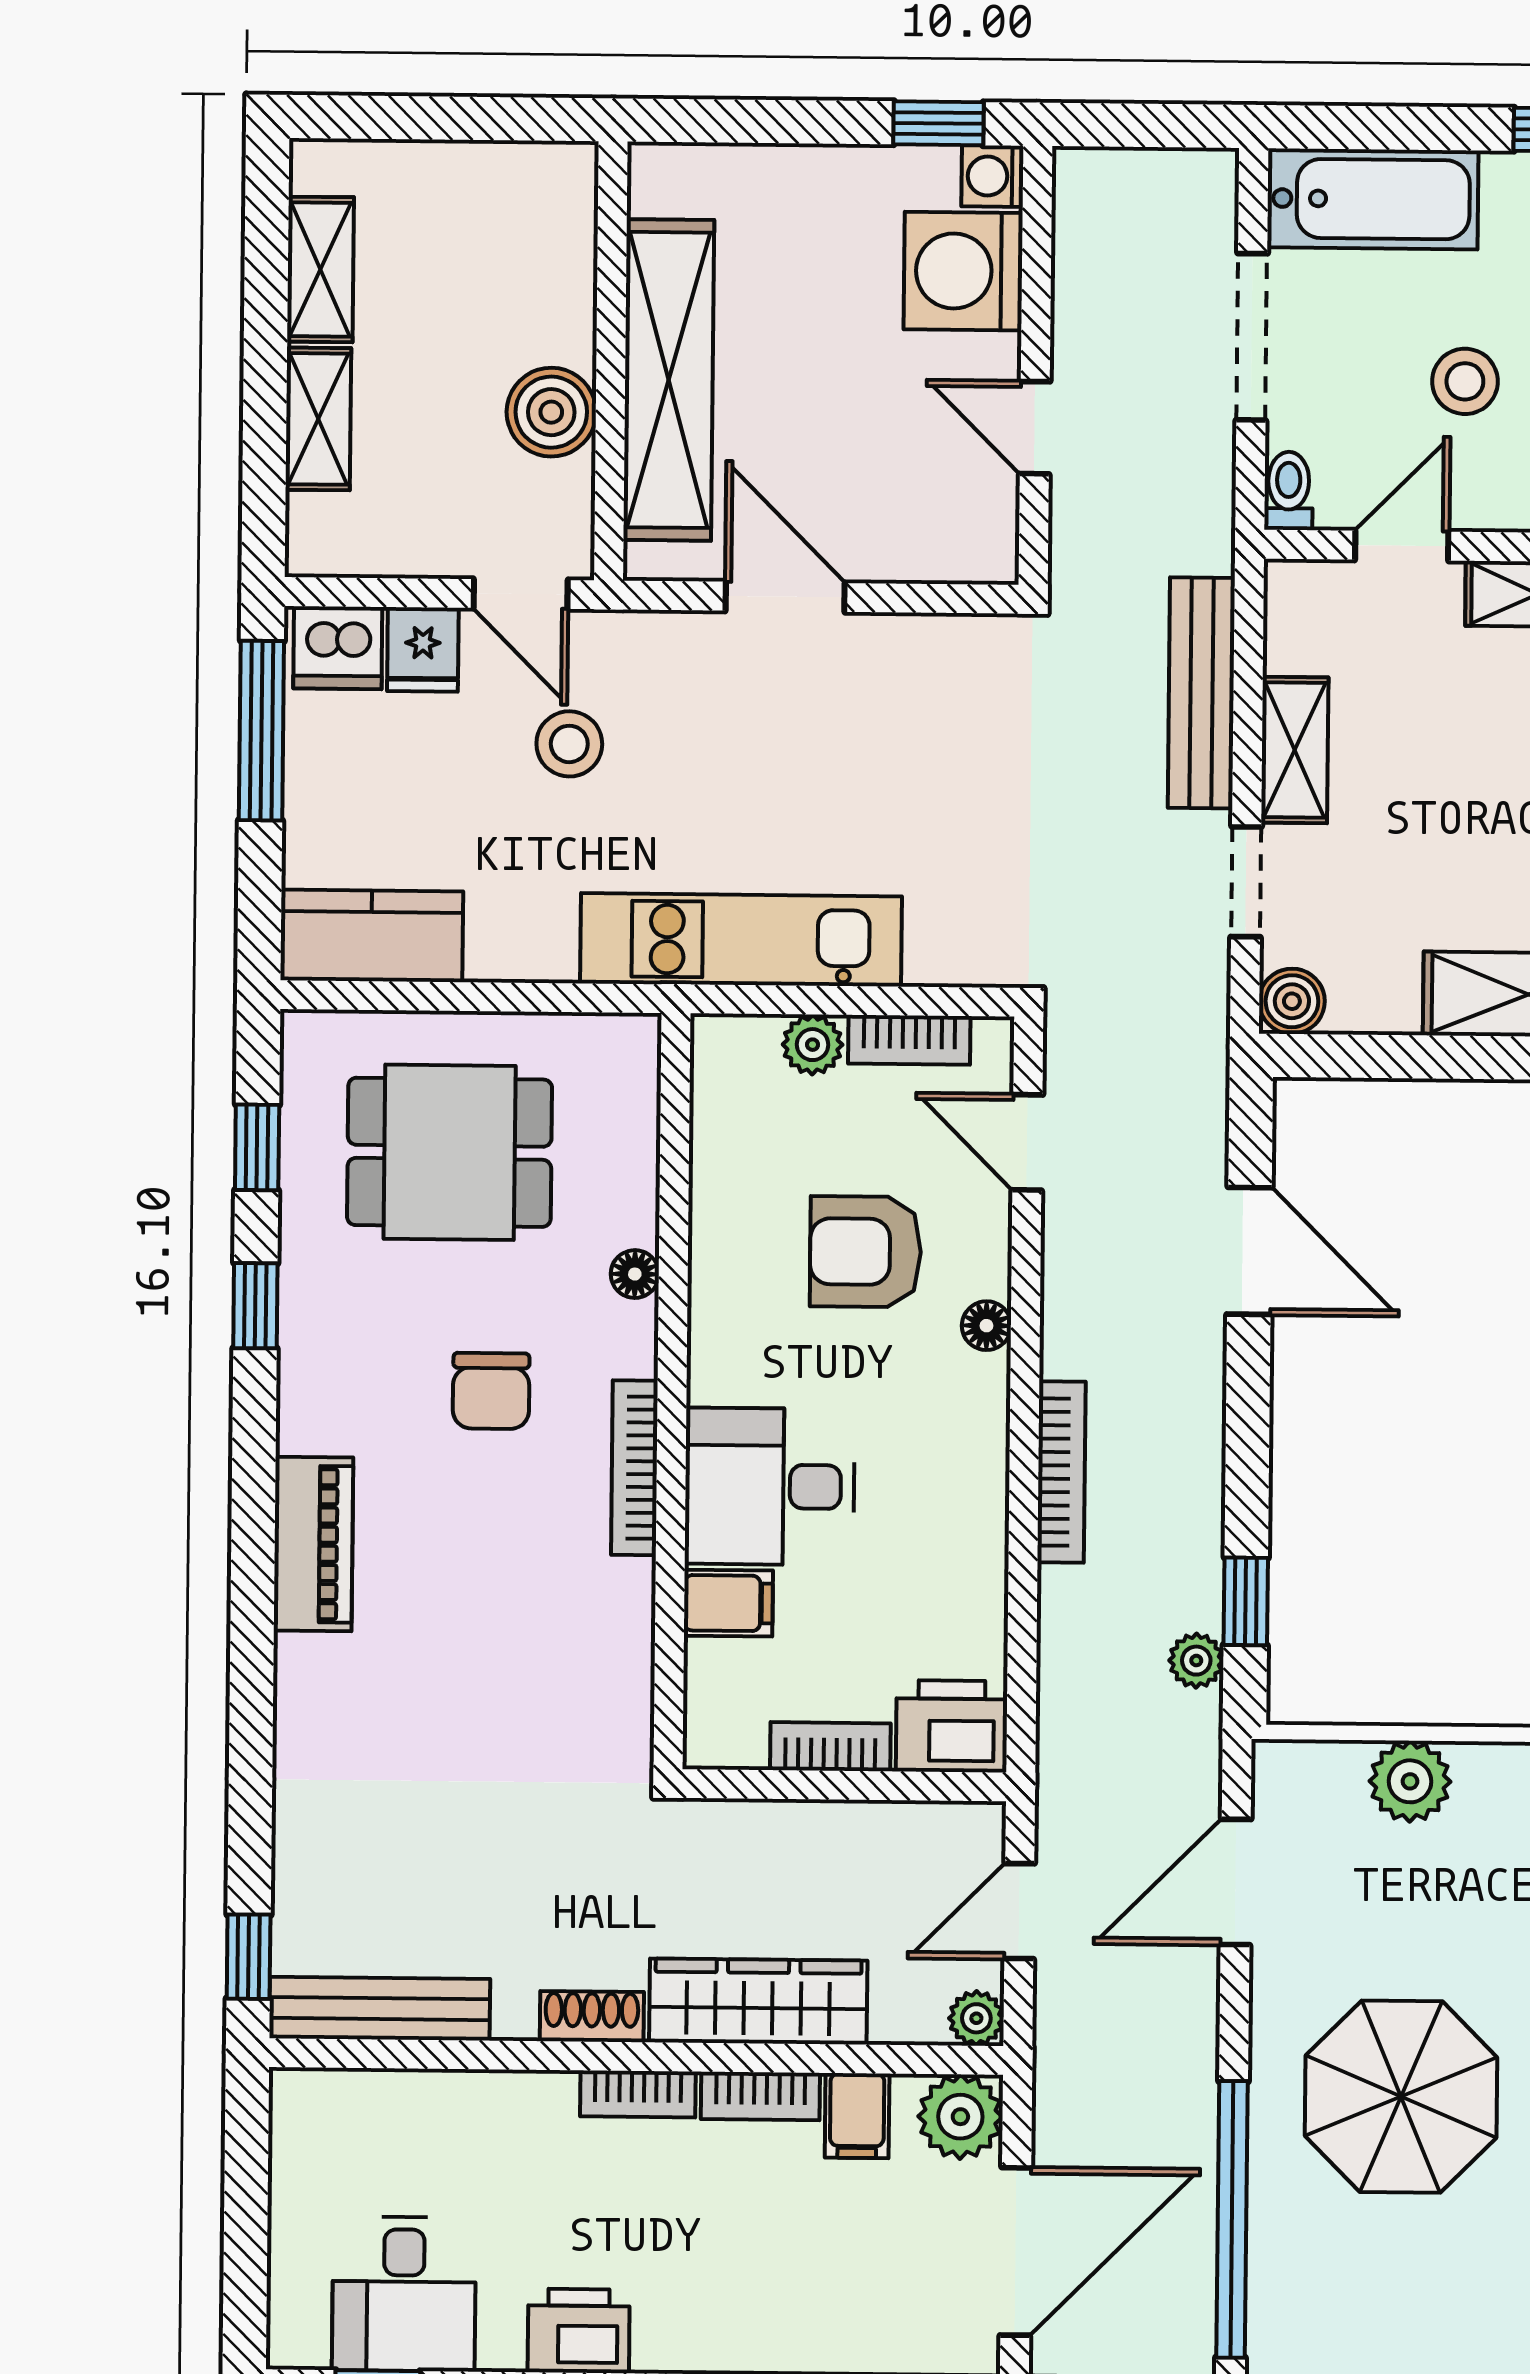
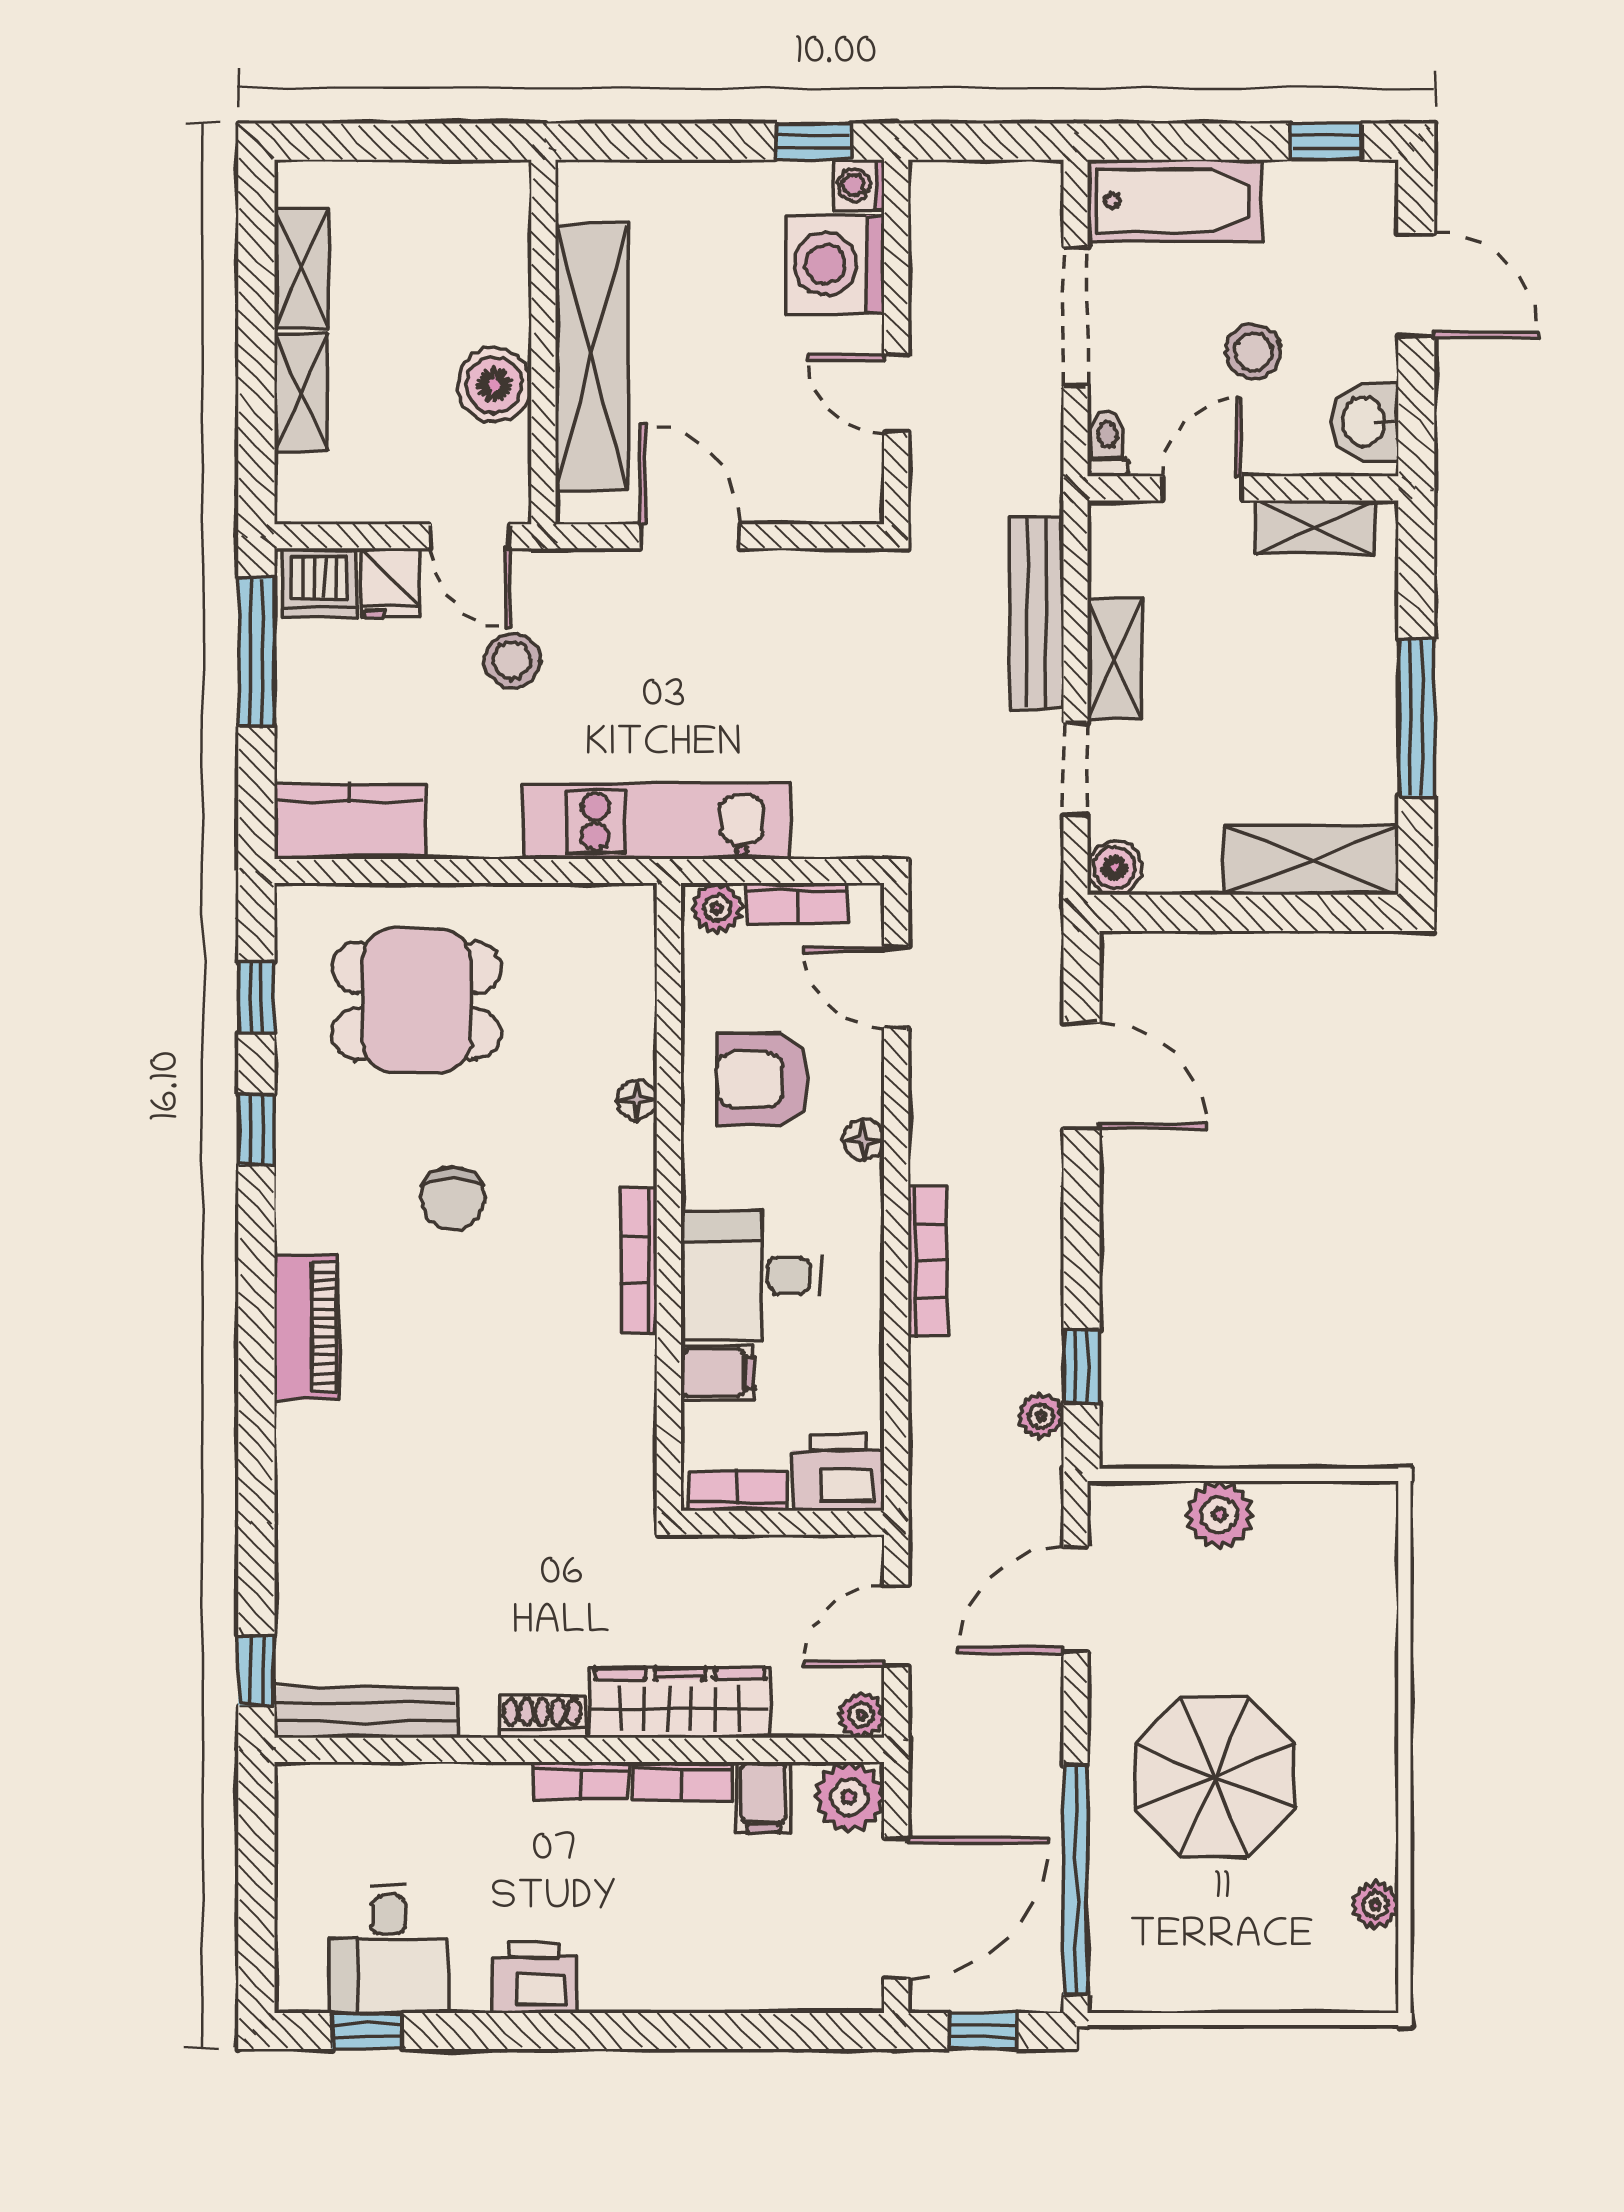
floor lamp: (635, 1274) -> (637, 1100), moved
wall: (672, 1391) -> (669, 1197), moved
bookcase: (634, 1468) -> (638, 1261), moved
desk: (770, 1486) -> (751, 1275), moved
filing cabinet: (728, 1603) -> (718, 1373), moved

